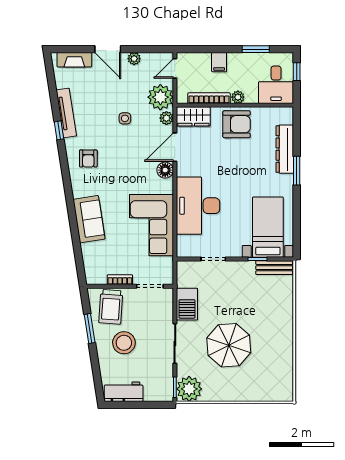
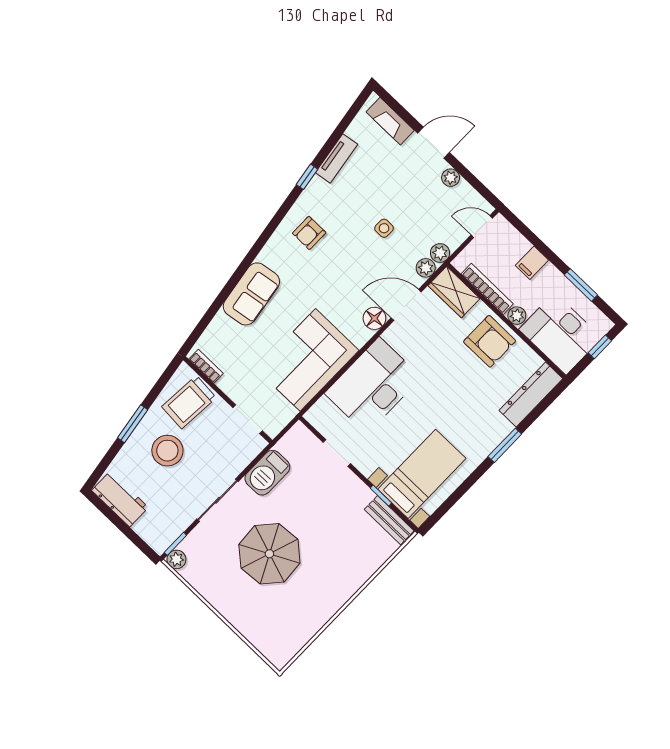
door: (108, 49) -> (434, 143), swing flipped
desk: (276, 85) -> (560, 334), width x1.37
plant: (160, 97) -> (440, 253), width x0.53, depth x0.53
tv unit: (66, 113) -> (337, 158), width x0.71
dresser: (285, 149) -> (531, 394), moved
bookcase: (120, 280) -> (206, 366), moved
window: (90, 329) -> (133, 424), moved
plant: (189, 389) -> (176, 559), width x0.53, depth x0.53

